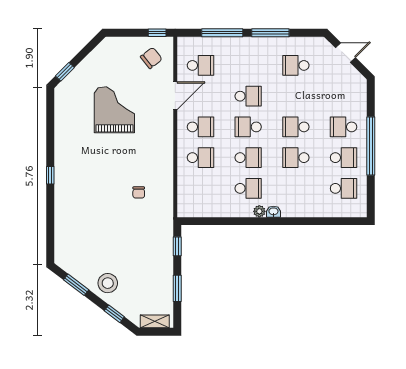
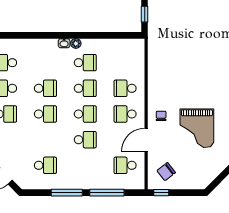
school desk: (248, 96) -> (85, 140), turned 180
school desk: (248, 158) -> (85, 88), turned 180
school desk: (248, 188) -> (85, 63), turned 180
chair: (139, 192) -> (161, 116), moved

